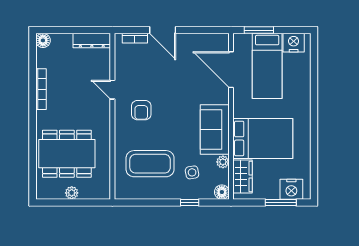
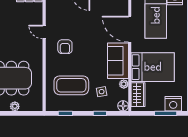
door: (231, 70) -> (130, 29), moved
window: (142, 202) -> (65, 113), added

